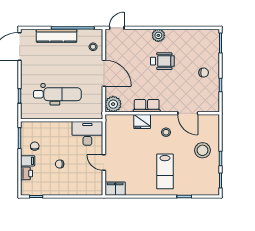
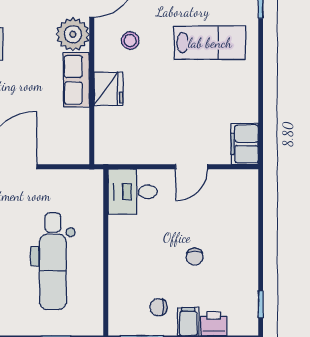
dental chair: (57, 94) -> (53, 261), turned 180
plant: (113, 104) -> (73, 34), moved
desk: (87, 133) -> (133, 192), width x0.73

